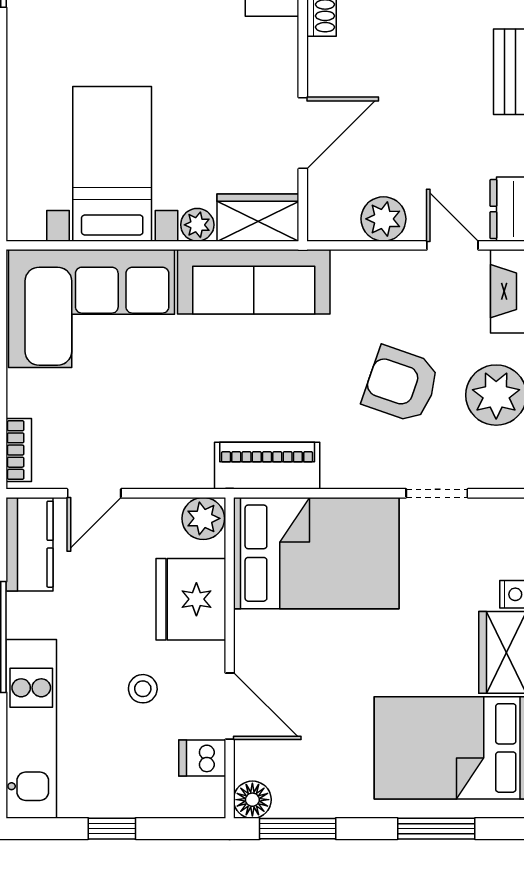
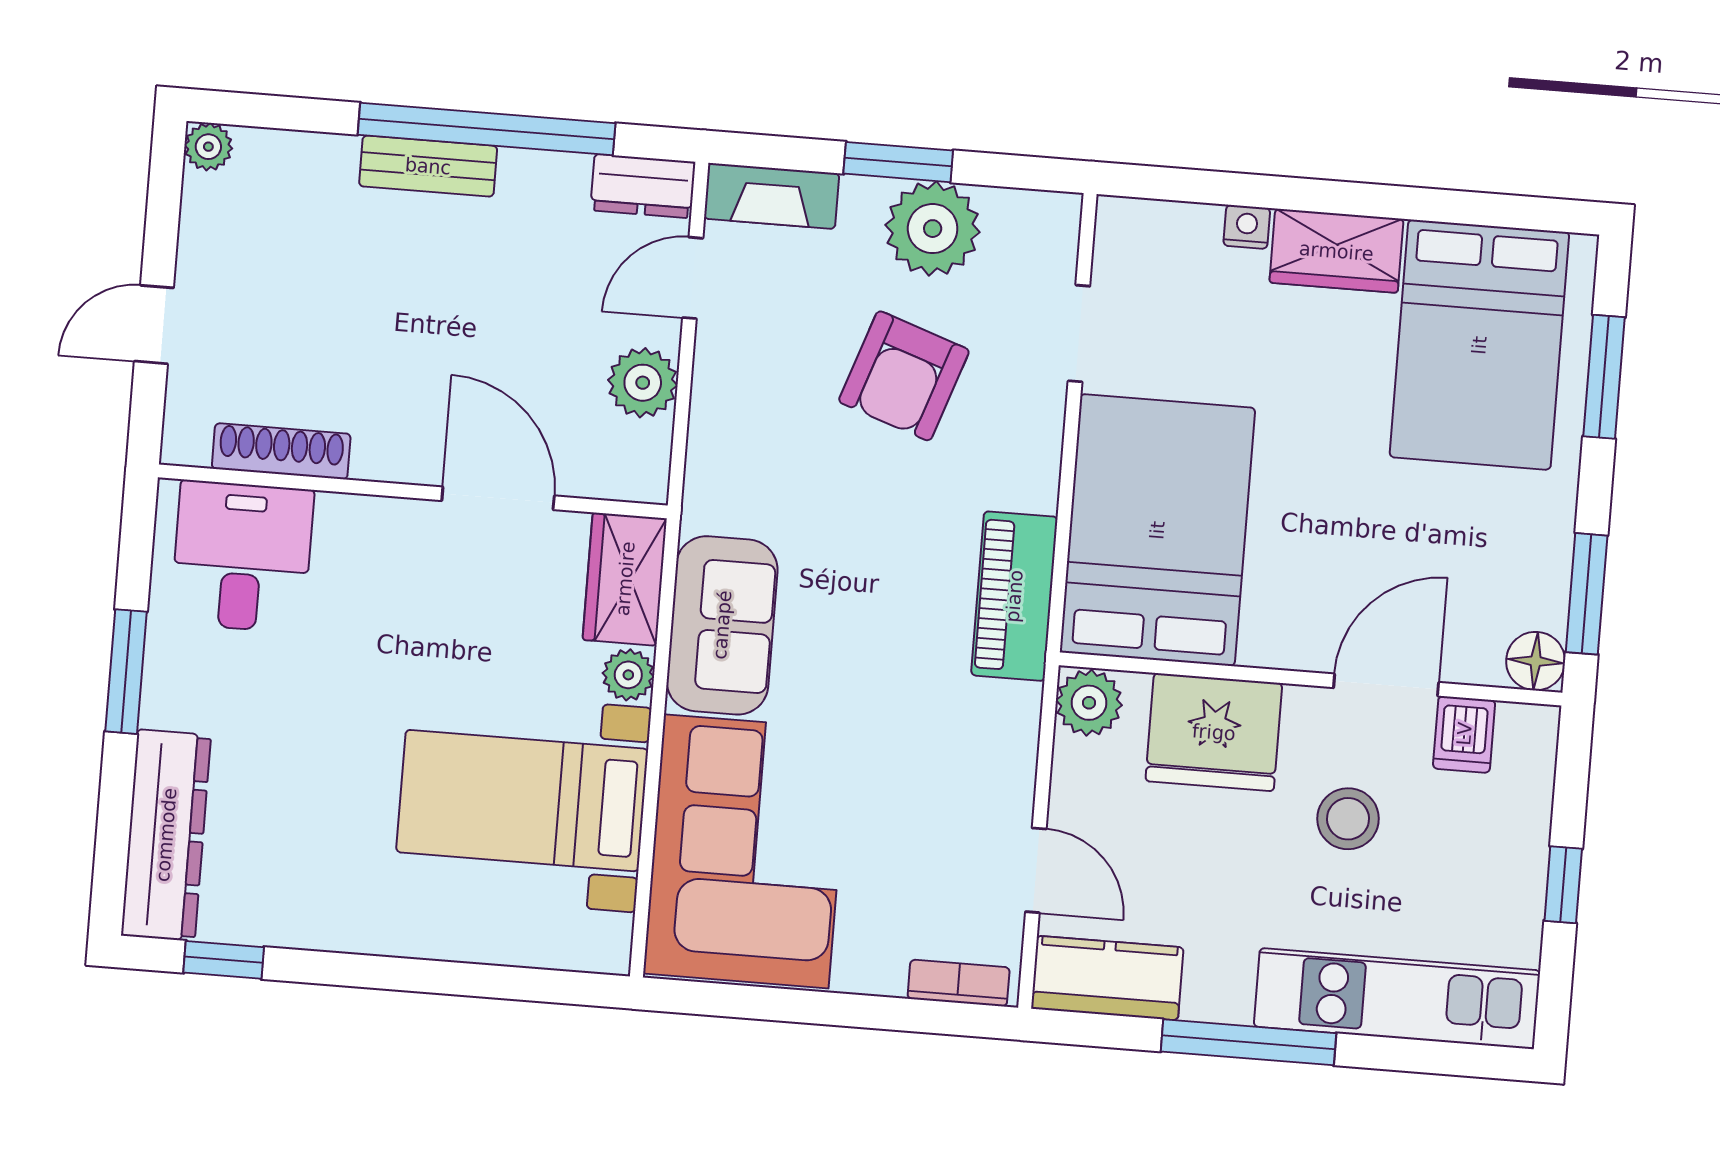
sofa: (254, 282) -> (722, 625), width x0.73
stool: (143, 689) -> (1348, 819), width x1.37, depth x1.37

